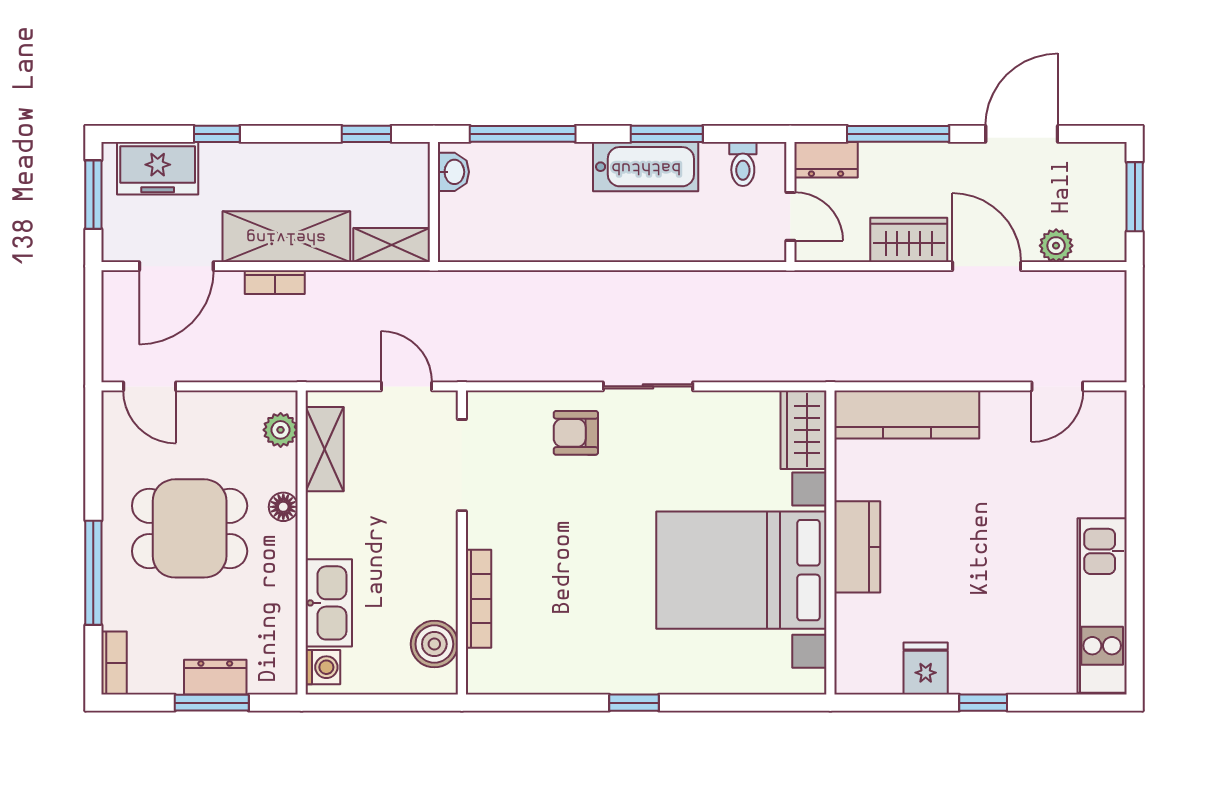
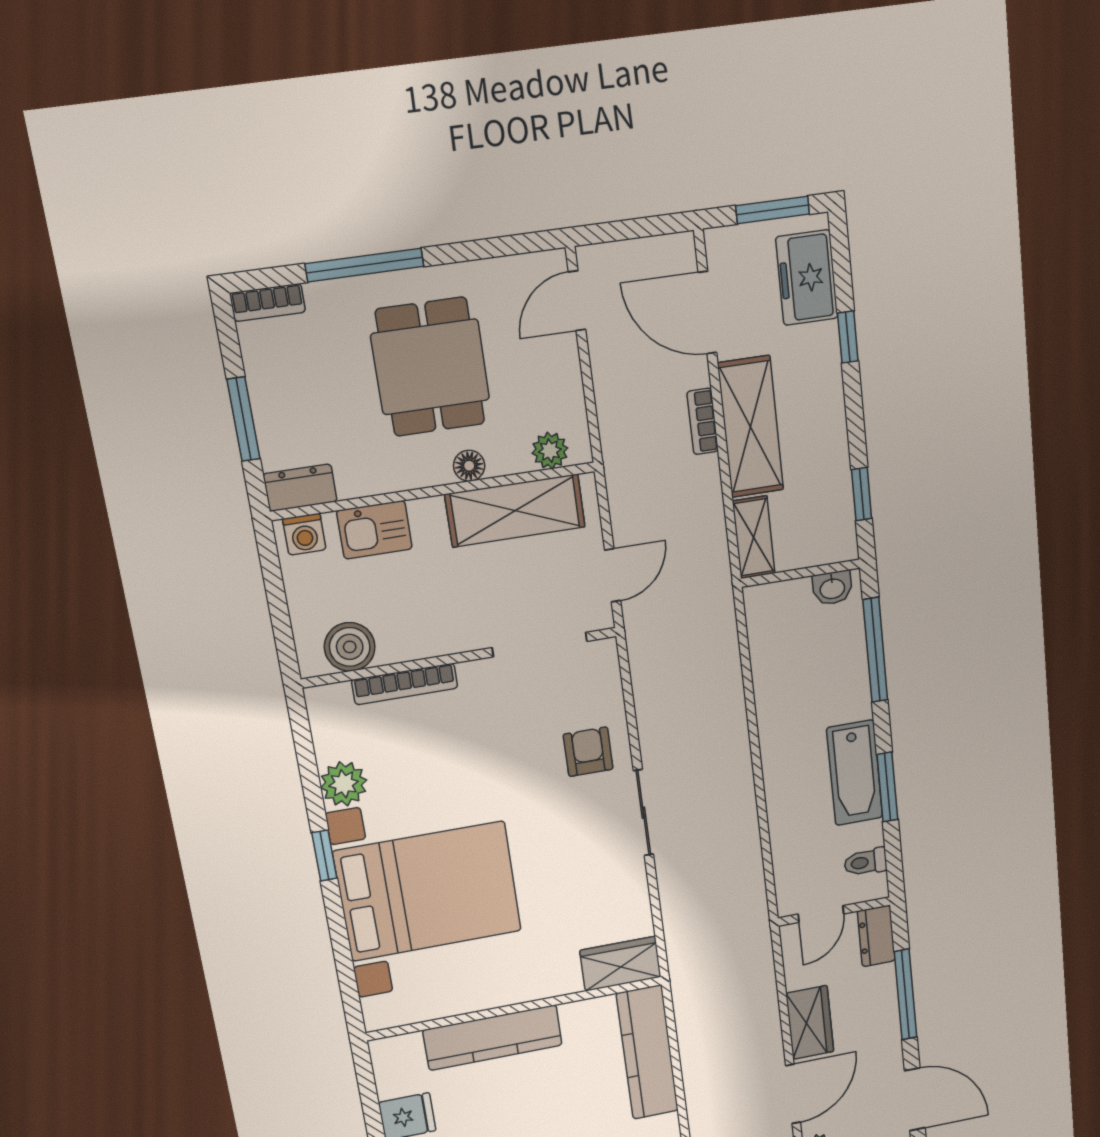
shelving: (325, 449) -> (515, 511), width x1.50, depth x1.33
kitchen counter: (857, 547) -> (493, 1038), width x1.50
bed with nightstands: (741, 570) -> (428, 891), moved, turned 90
kitchen sink: (329, 603) -> (374, 530), width x0.73
plant: (566, 672) -> (344, 784), added
dresser: (215, 677) -> (300, 488), moved, turned -90

